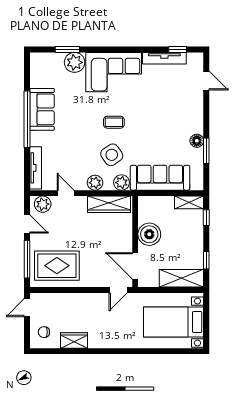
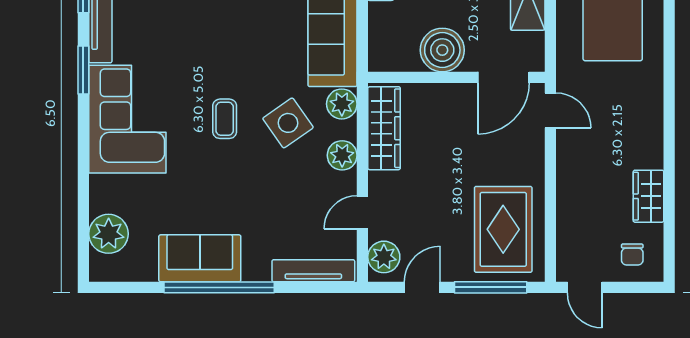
window: (67, 49) -> (83, 70), moved
plant: (75, 62) -> (109, 234), moved

